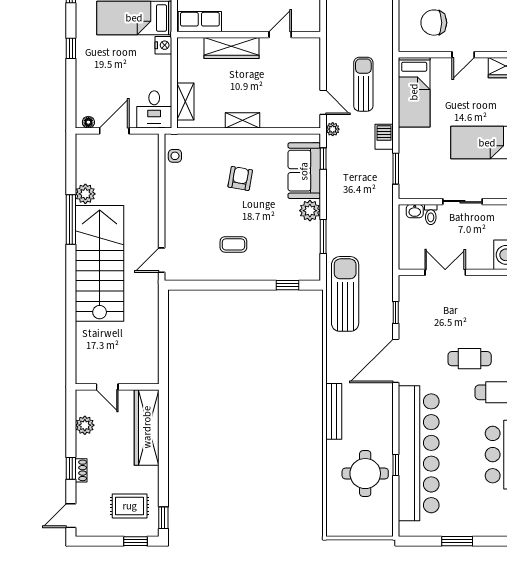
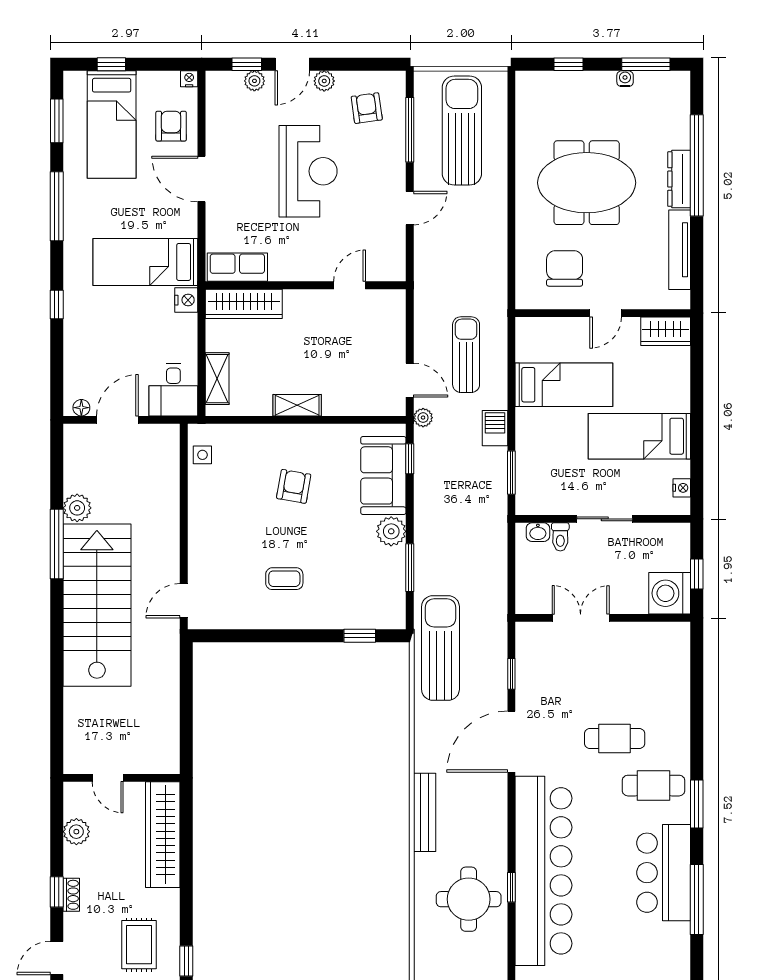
chair: (434, 23) -> (565, 268), turned 90
wardrobe: (231, 48) -> (244, 304), moved
bed: (414, 92) -> (564, 385), moved, turned -90
rug: (130, 506) -> (139, 945), turned 90

